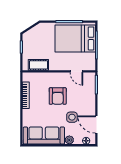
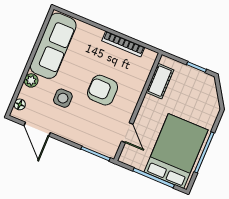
door: (76, 71) -> (127, 133), swing flipped
door: (96, 125) -> (37, 129), swing flipped

